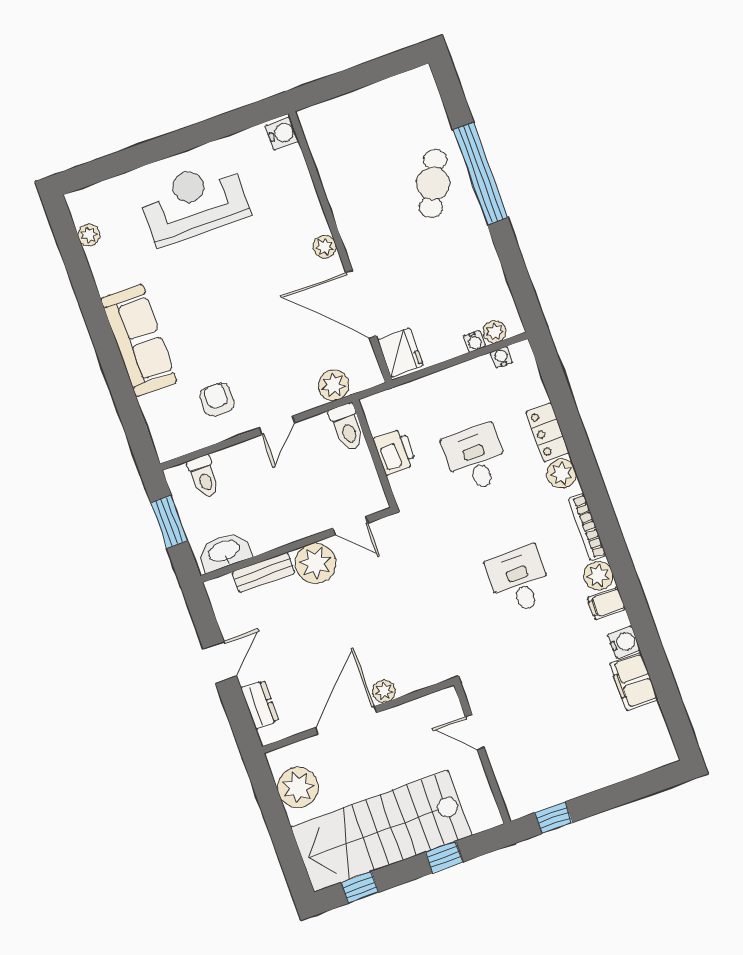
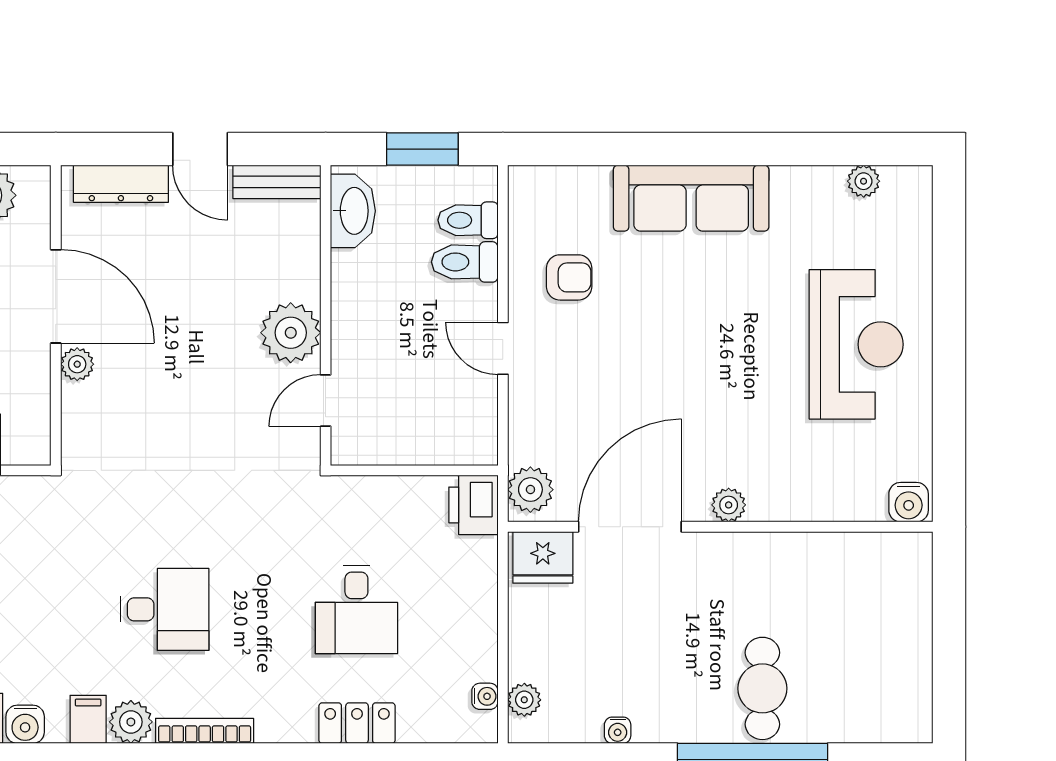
cafe table: (433, 184) -> (762, 688), turned 65
water cooler: (474, 341) -> (618, 730), moved, turned -90
plant: (333, 385) -> (530, 490), moved
toilet: (347, 427) -> (465, 262), moved
printer: (395, 452) -> (473, 505), moved, turned 90
desk: (476, 459) -> (356, 609), turned 90
plant: (562, 474) -> (292, 722), removed
bench: (264, 572) -> (277, 182), moved, turned 90
dresser: (260, 705) -> (121, 184), width x1.44

